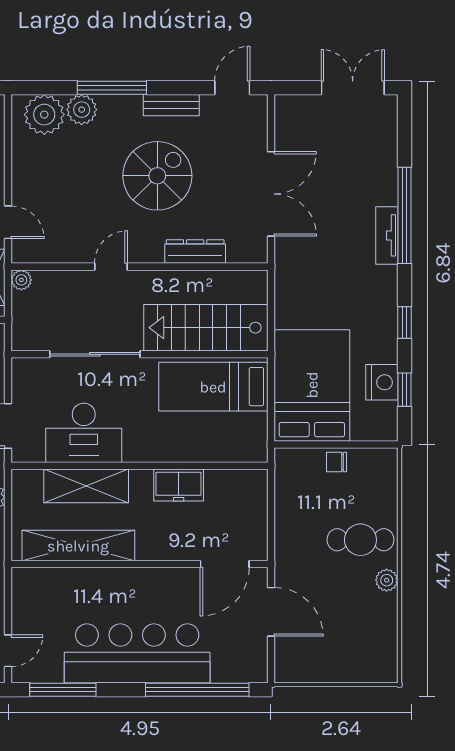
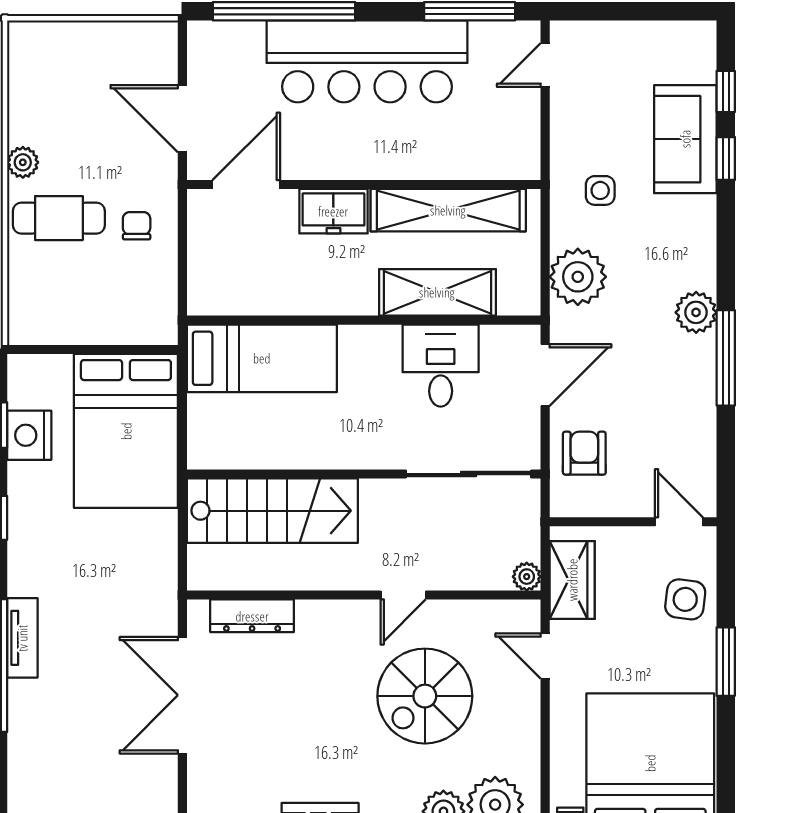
spiral stairs: (157, 176) -> (425, 696), moved
dresser: (195, 252) -> (252, 616), moved
sliding door: (95, 354) -> (469, 474), moved
bed: (213, 387) -> (262, 358), moved
desk: (84, 433) -> (441, 366), width x0.73
chair: (337, 462) -> (137, 226), moved, turned -90
freezer: (179, 485) -> (333, 211), moved, turned 180

